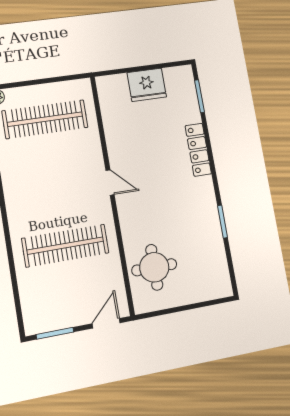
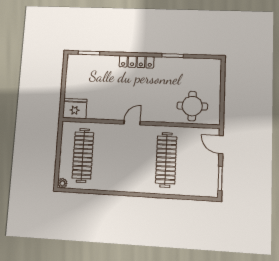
fridge: (147, 85) -> (75, 109), moved, turned -90
locker: (198, 150) -> (137, 62), moved

